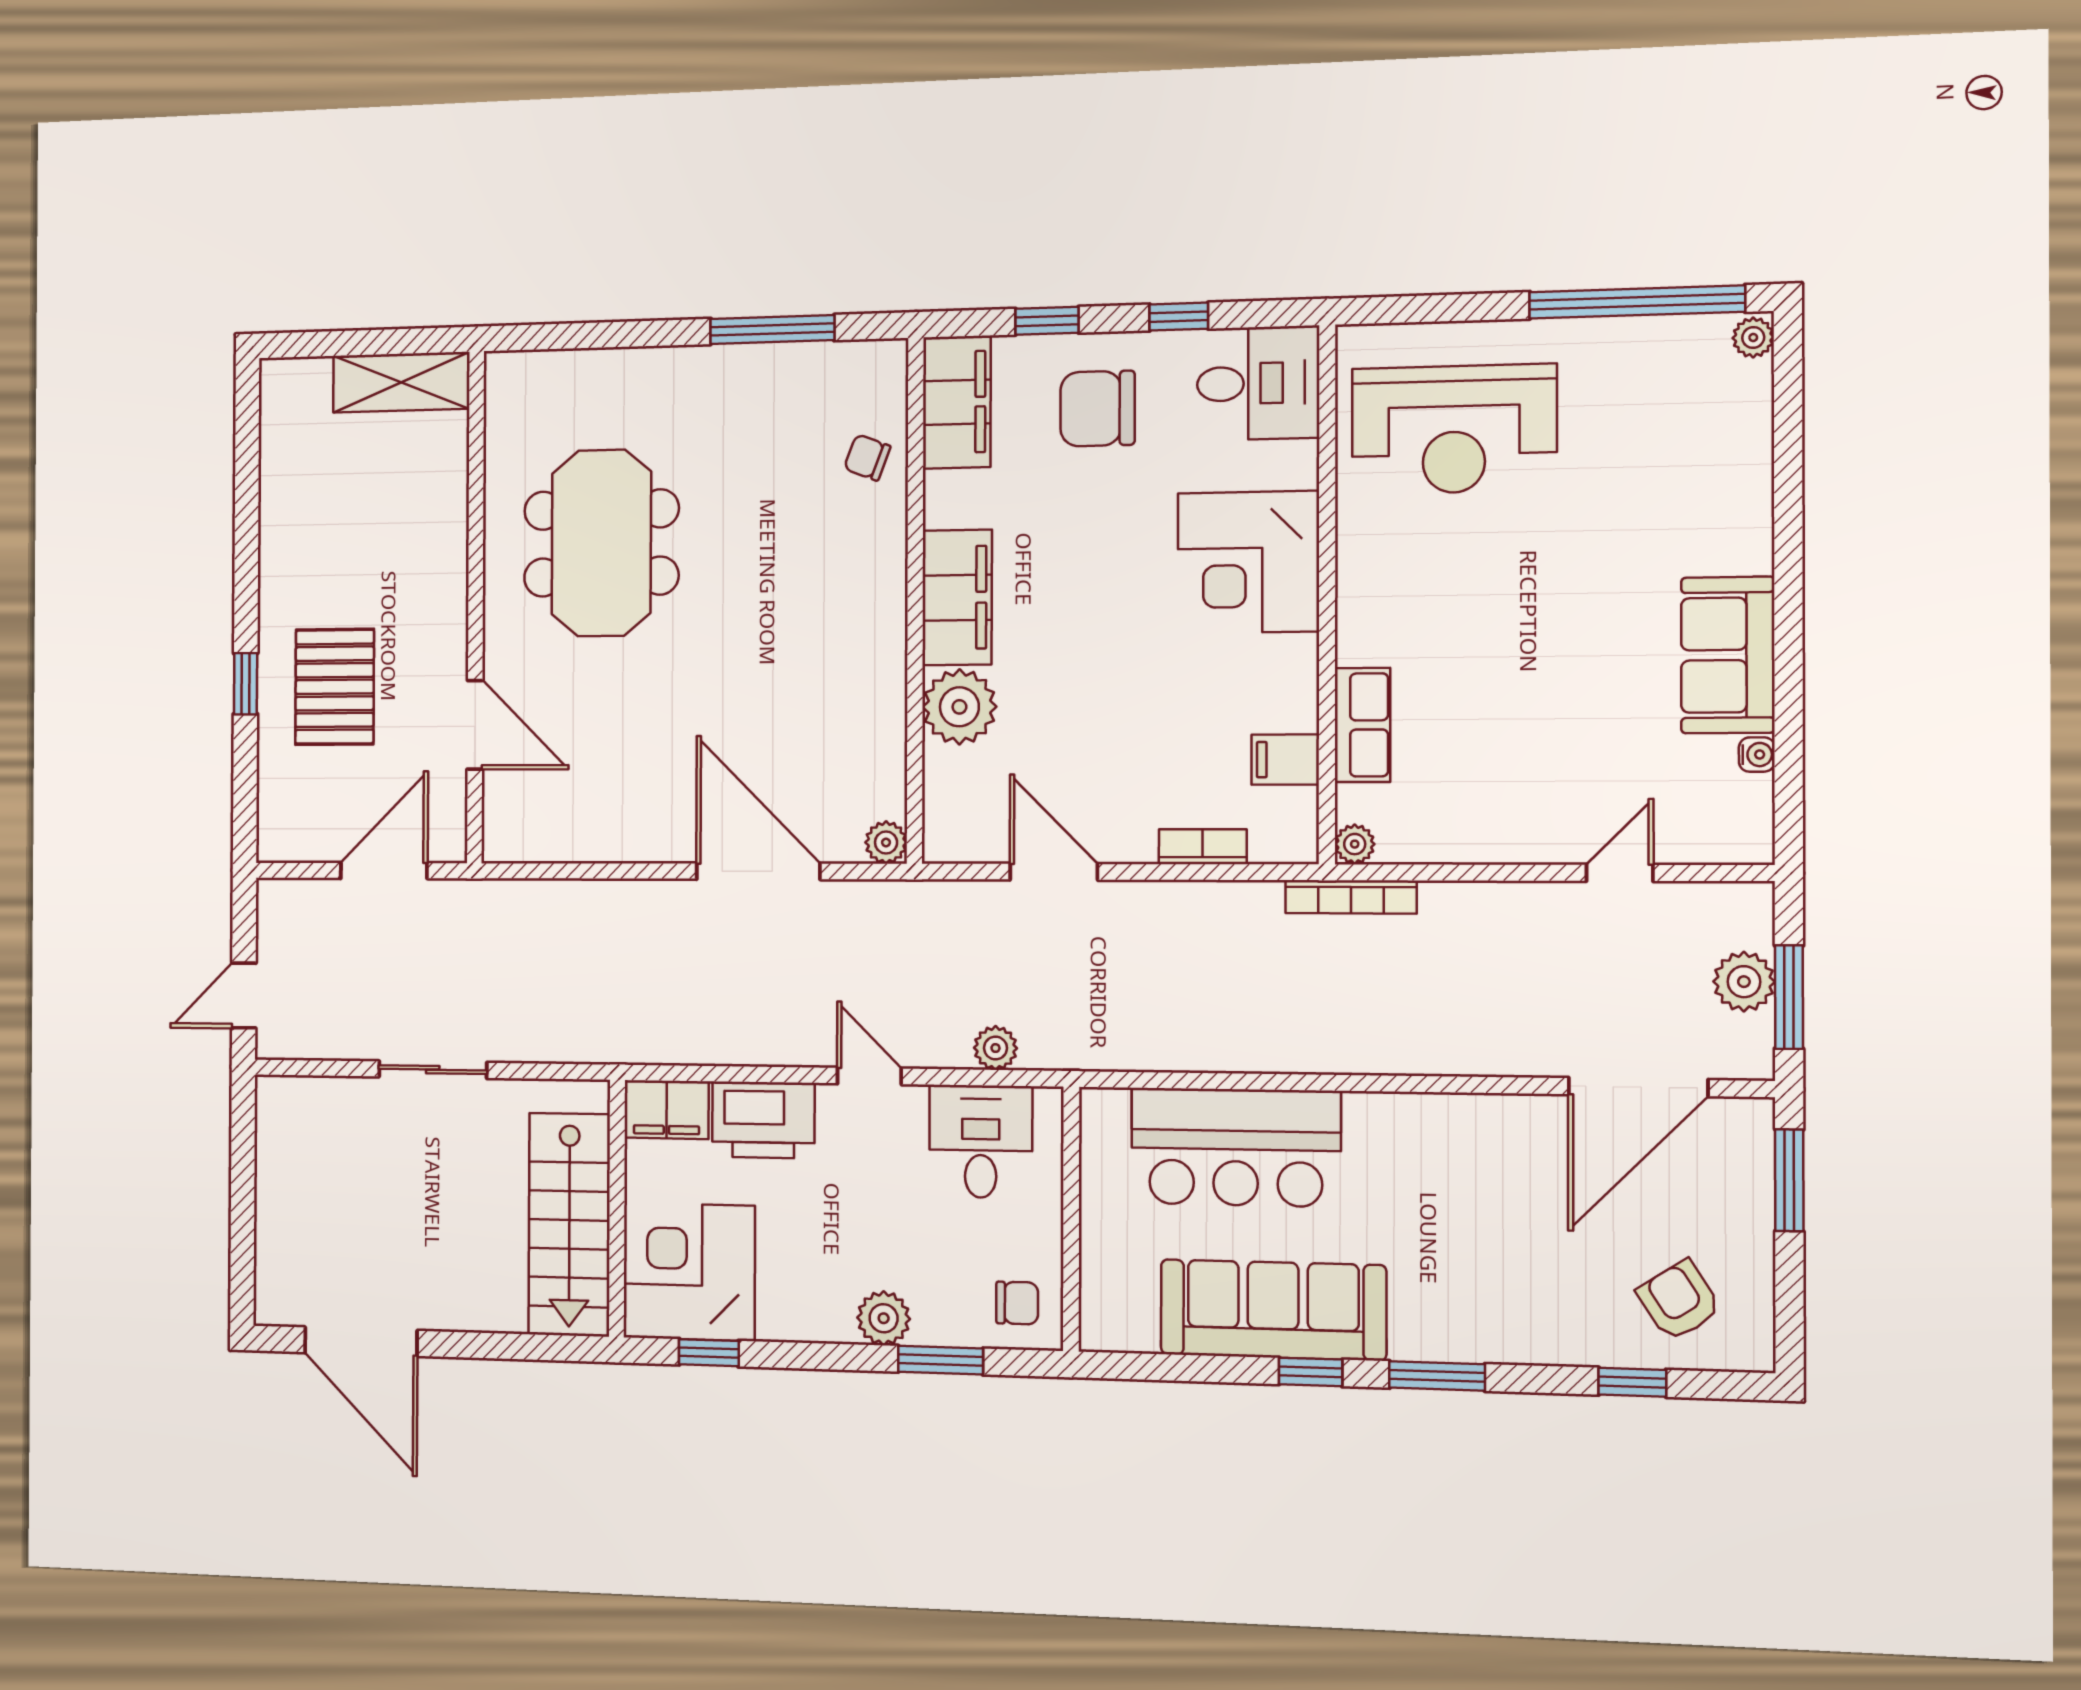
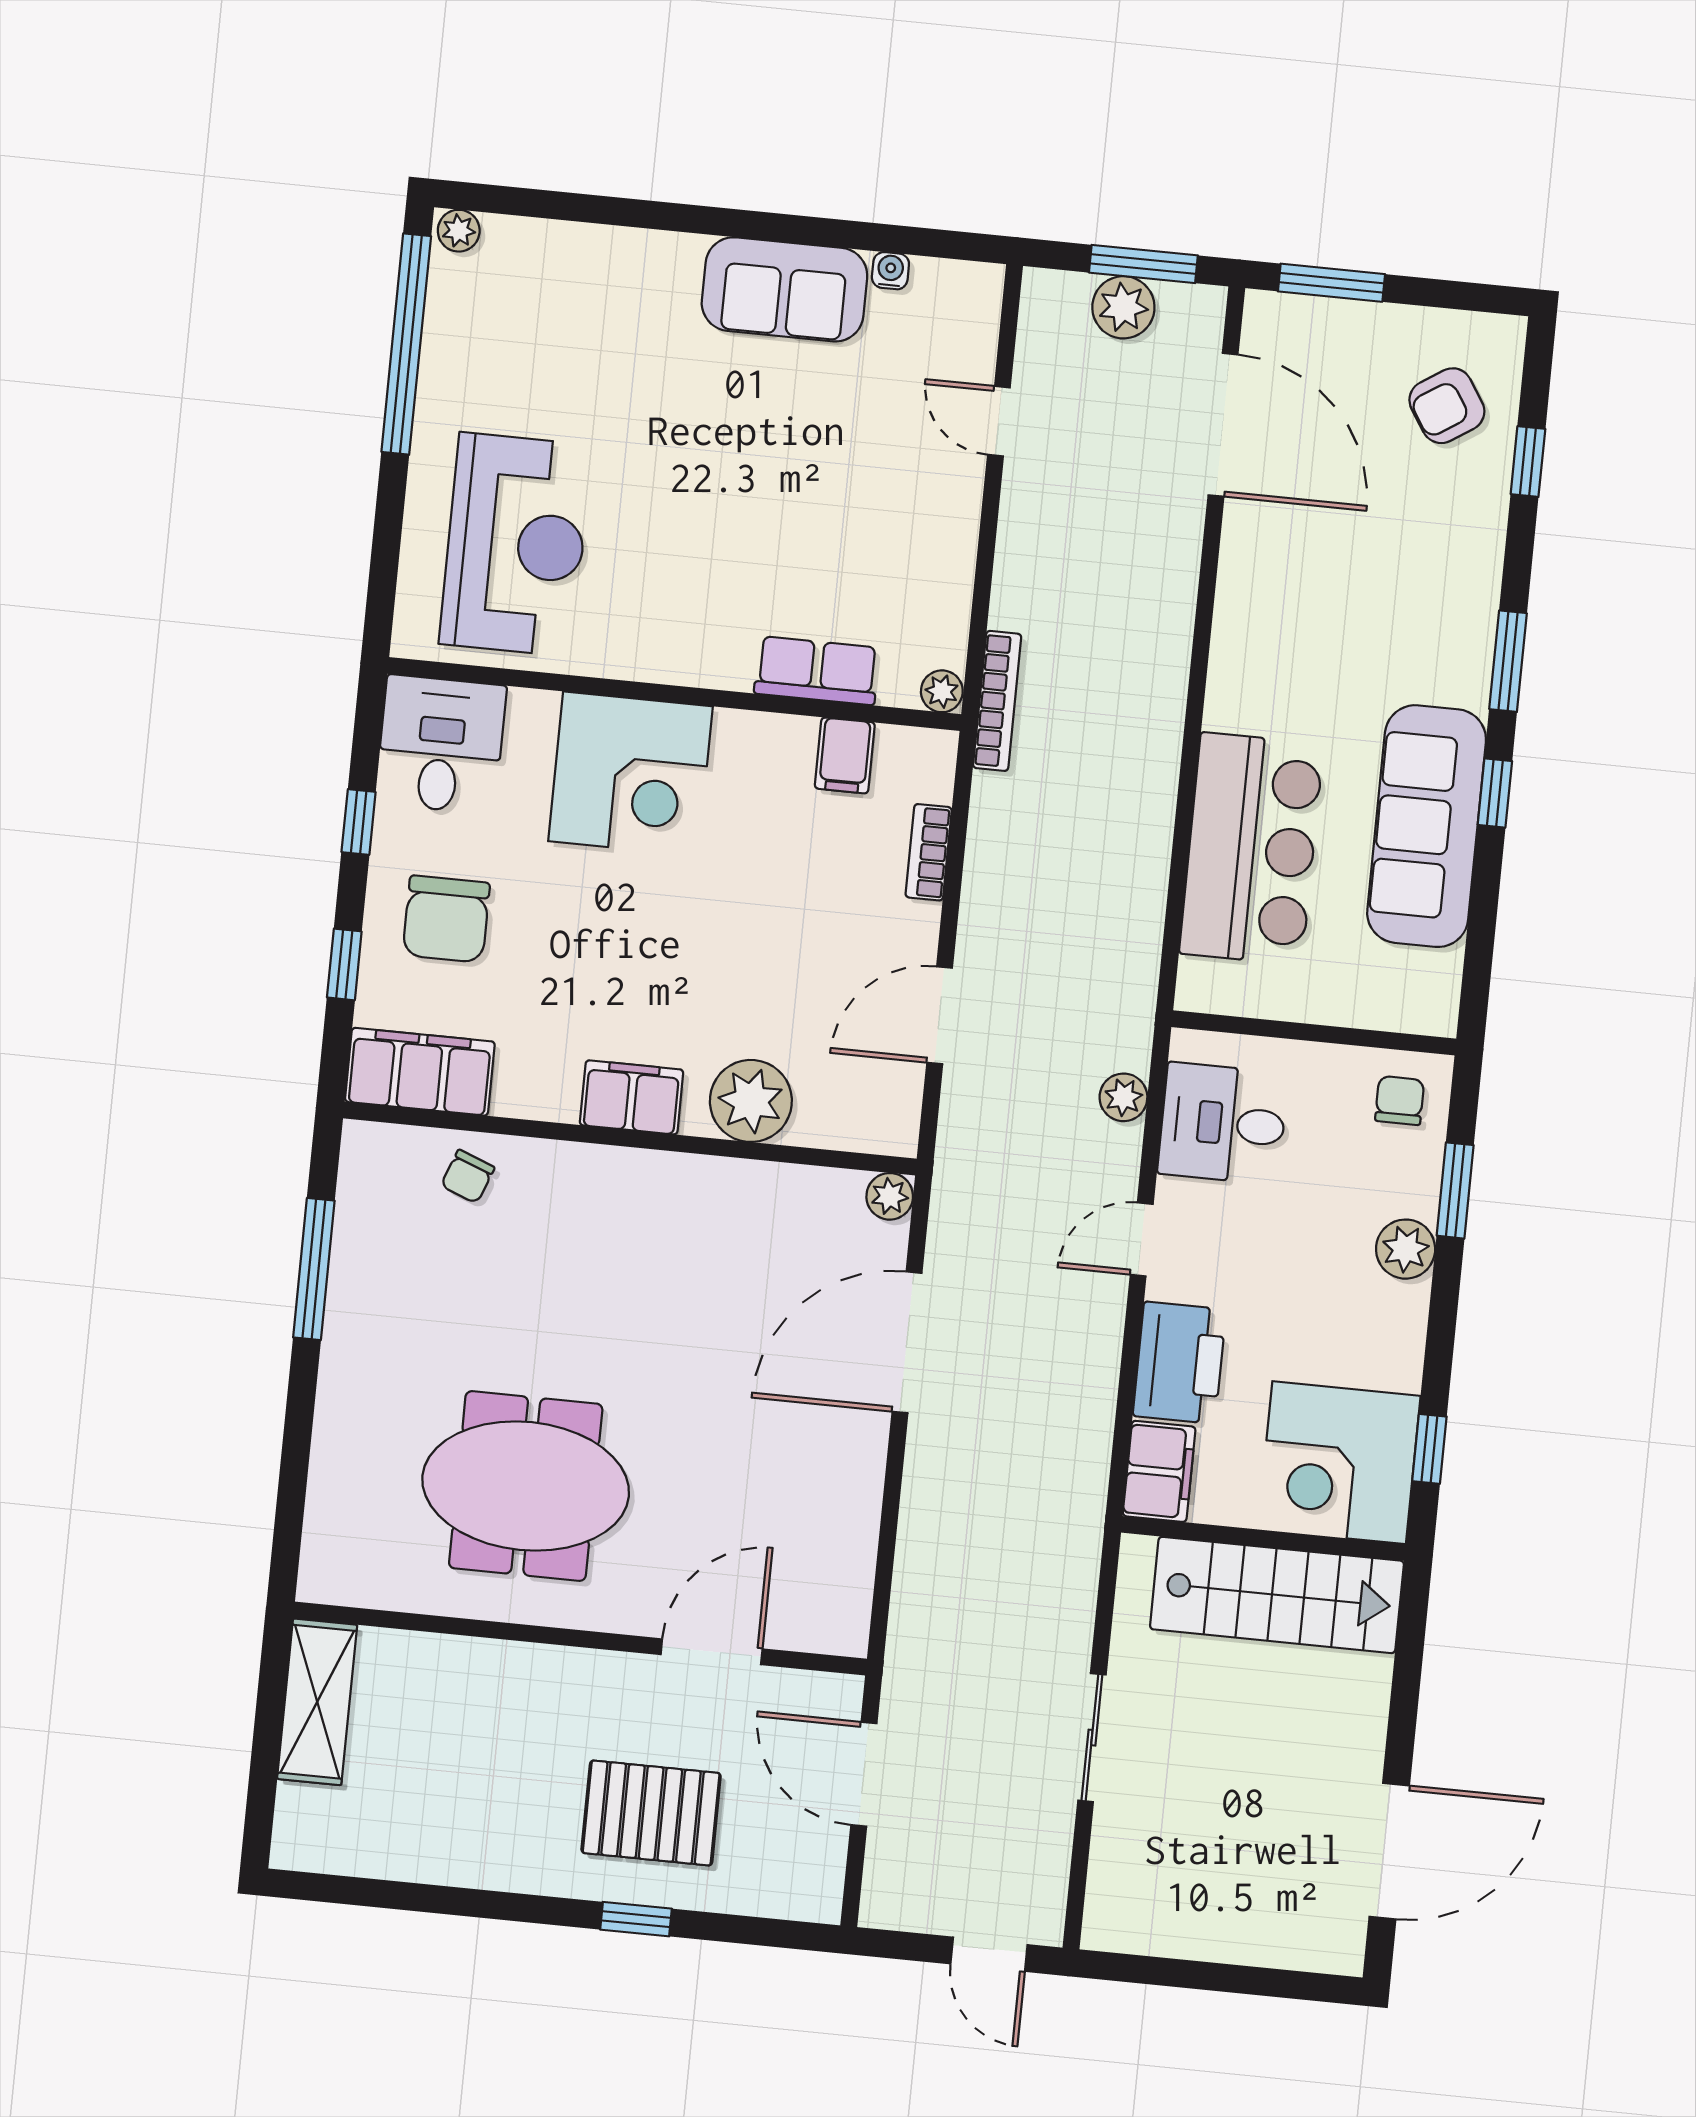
filing cabinet: (957, 598) -> (632, 1097), width x0.67, depth x0.86

